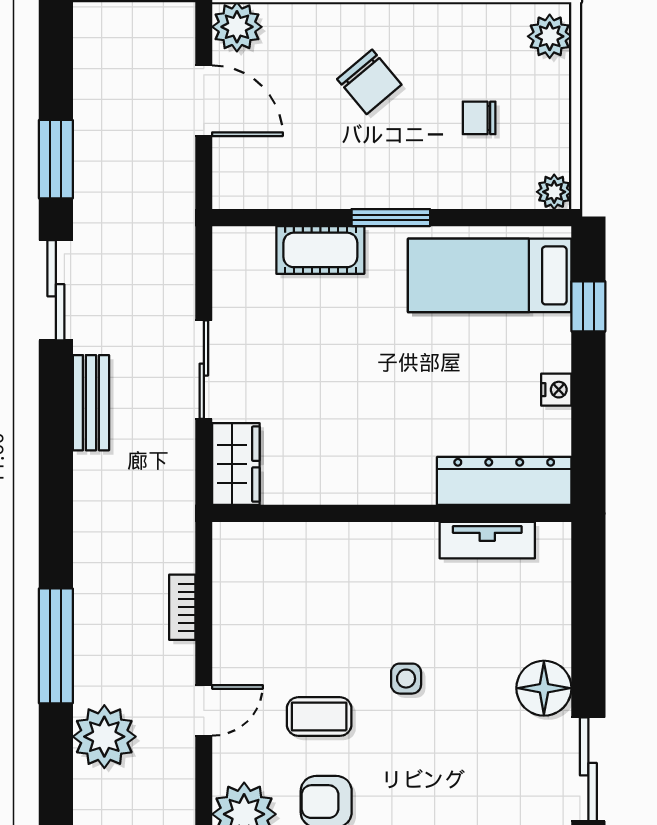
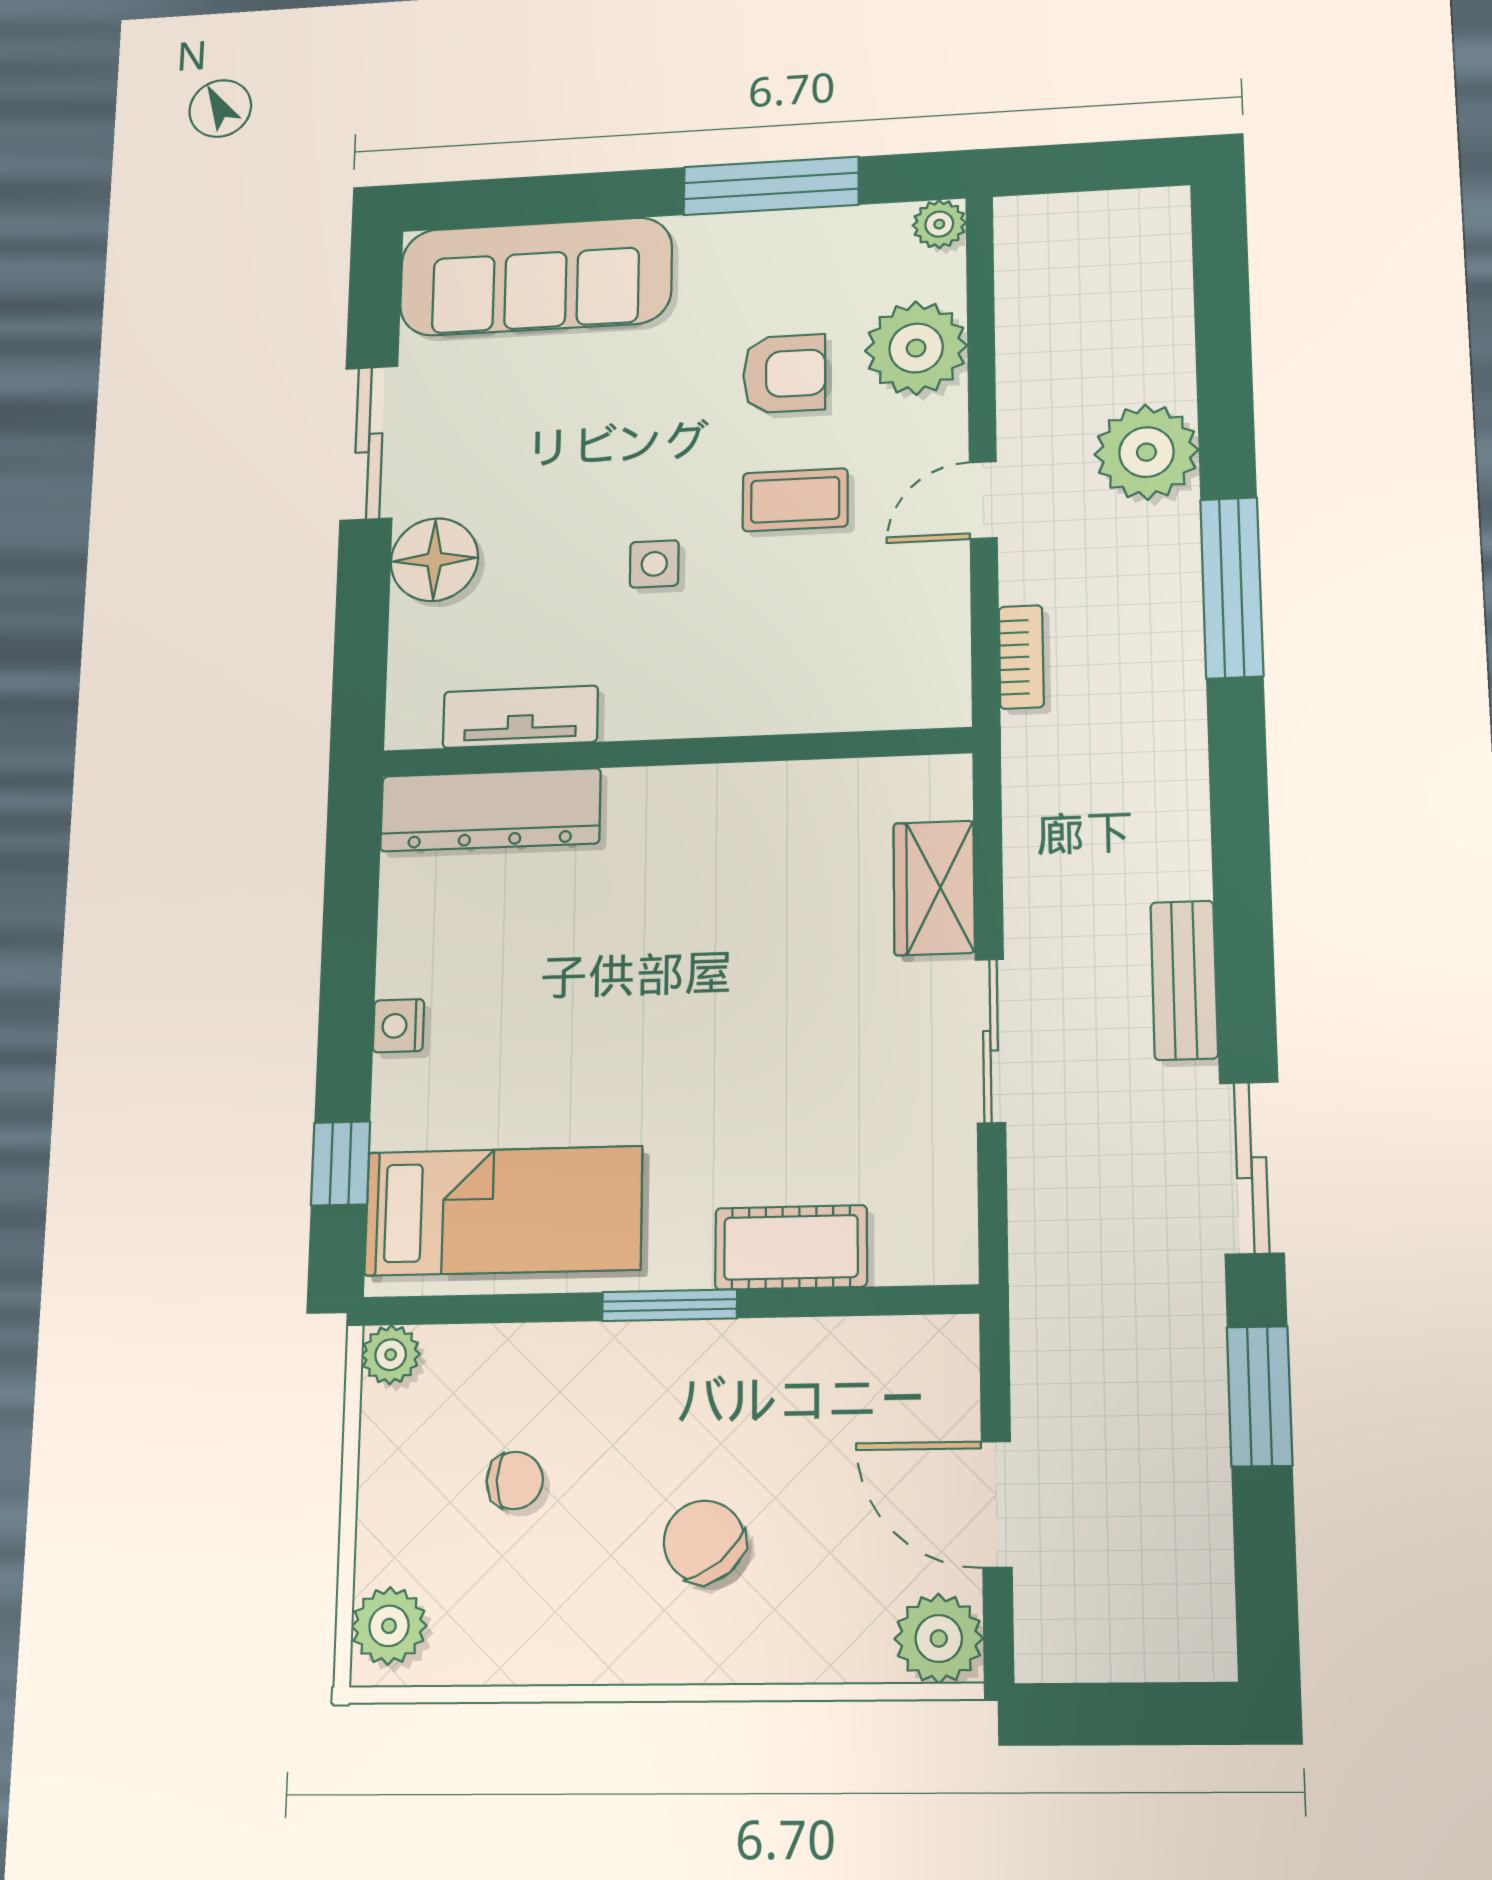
dresser: (504, 481) -> (490, 810), moved
wall: (392, 513) -> (675, 752), moved
tv unit: (487, 540) -> (520, 717), moved

